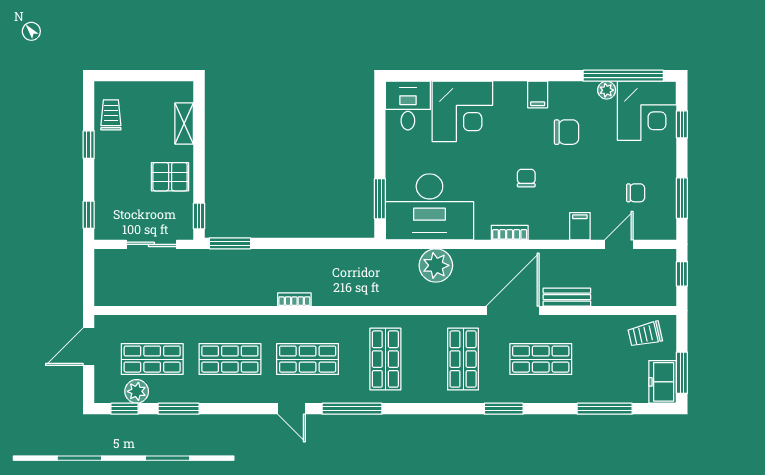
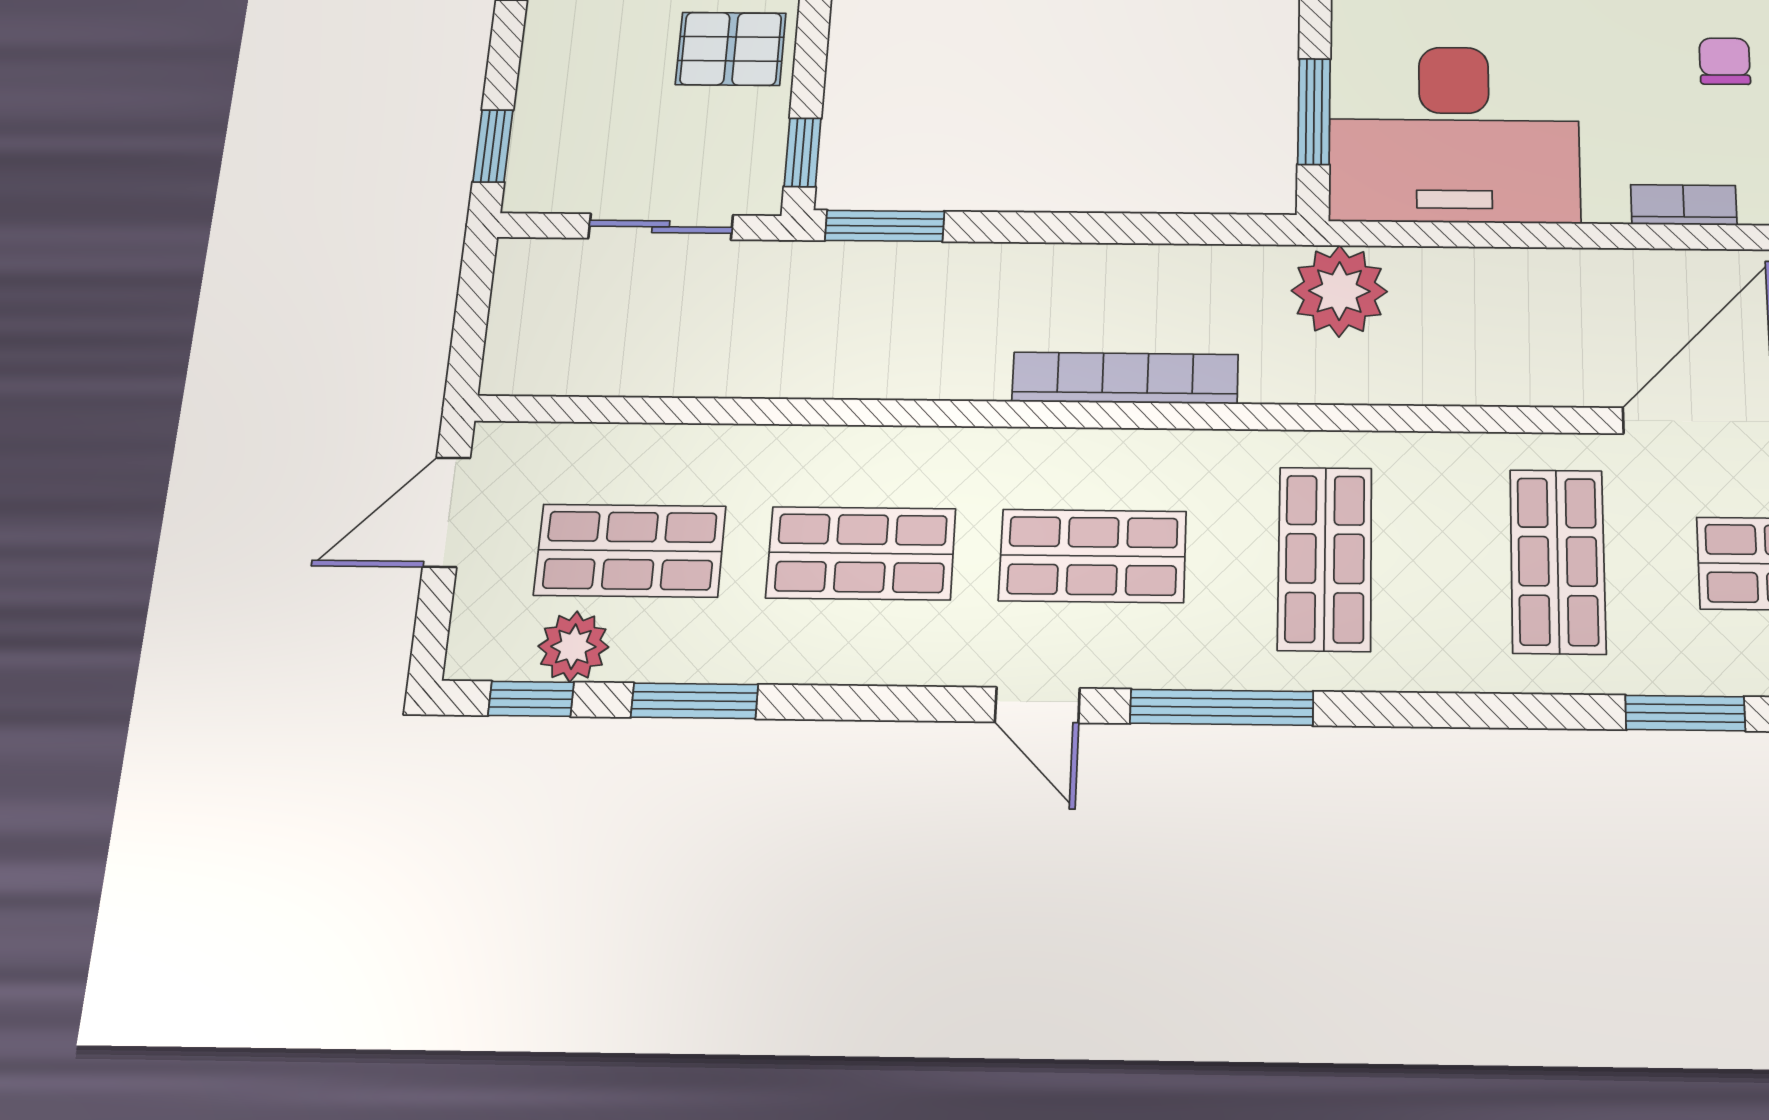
plant: (436, 265) -> (1339, 291), moved
bookcase: (294, 299) -> (1125, 378), width x2.31, depth x1.31

